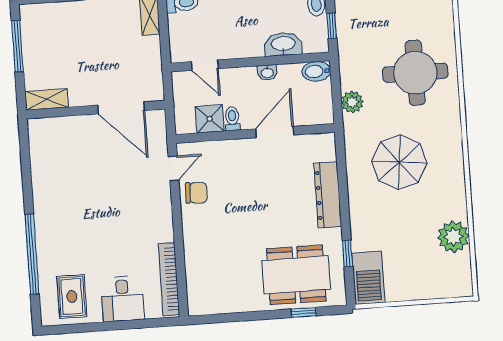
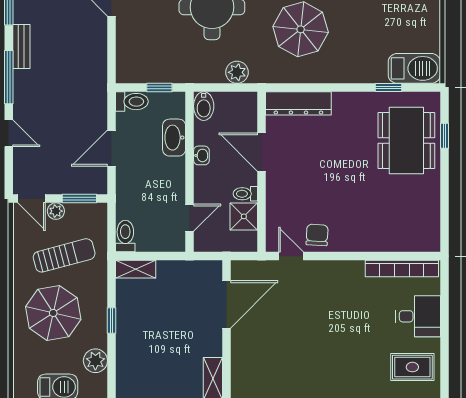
dresser: (328, 195) -> (298, 103), moved

